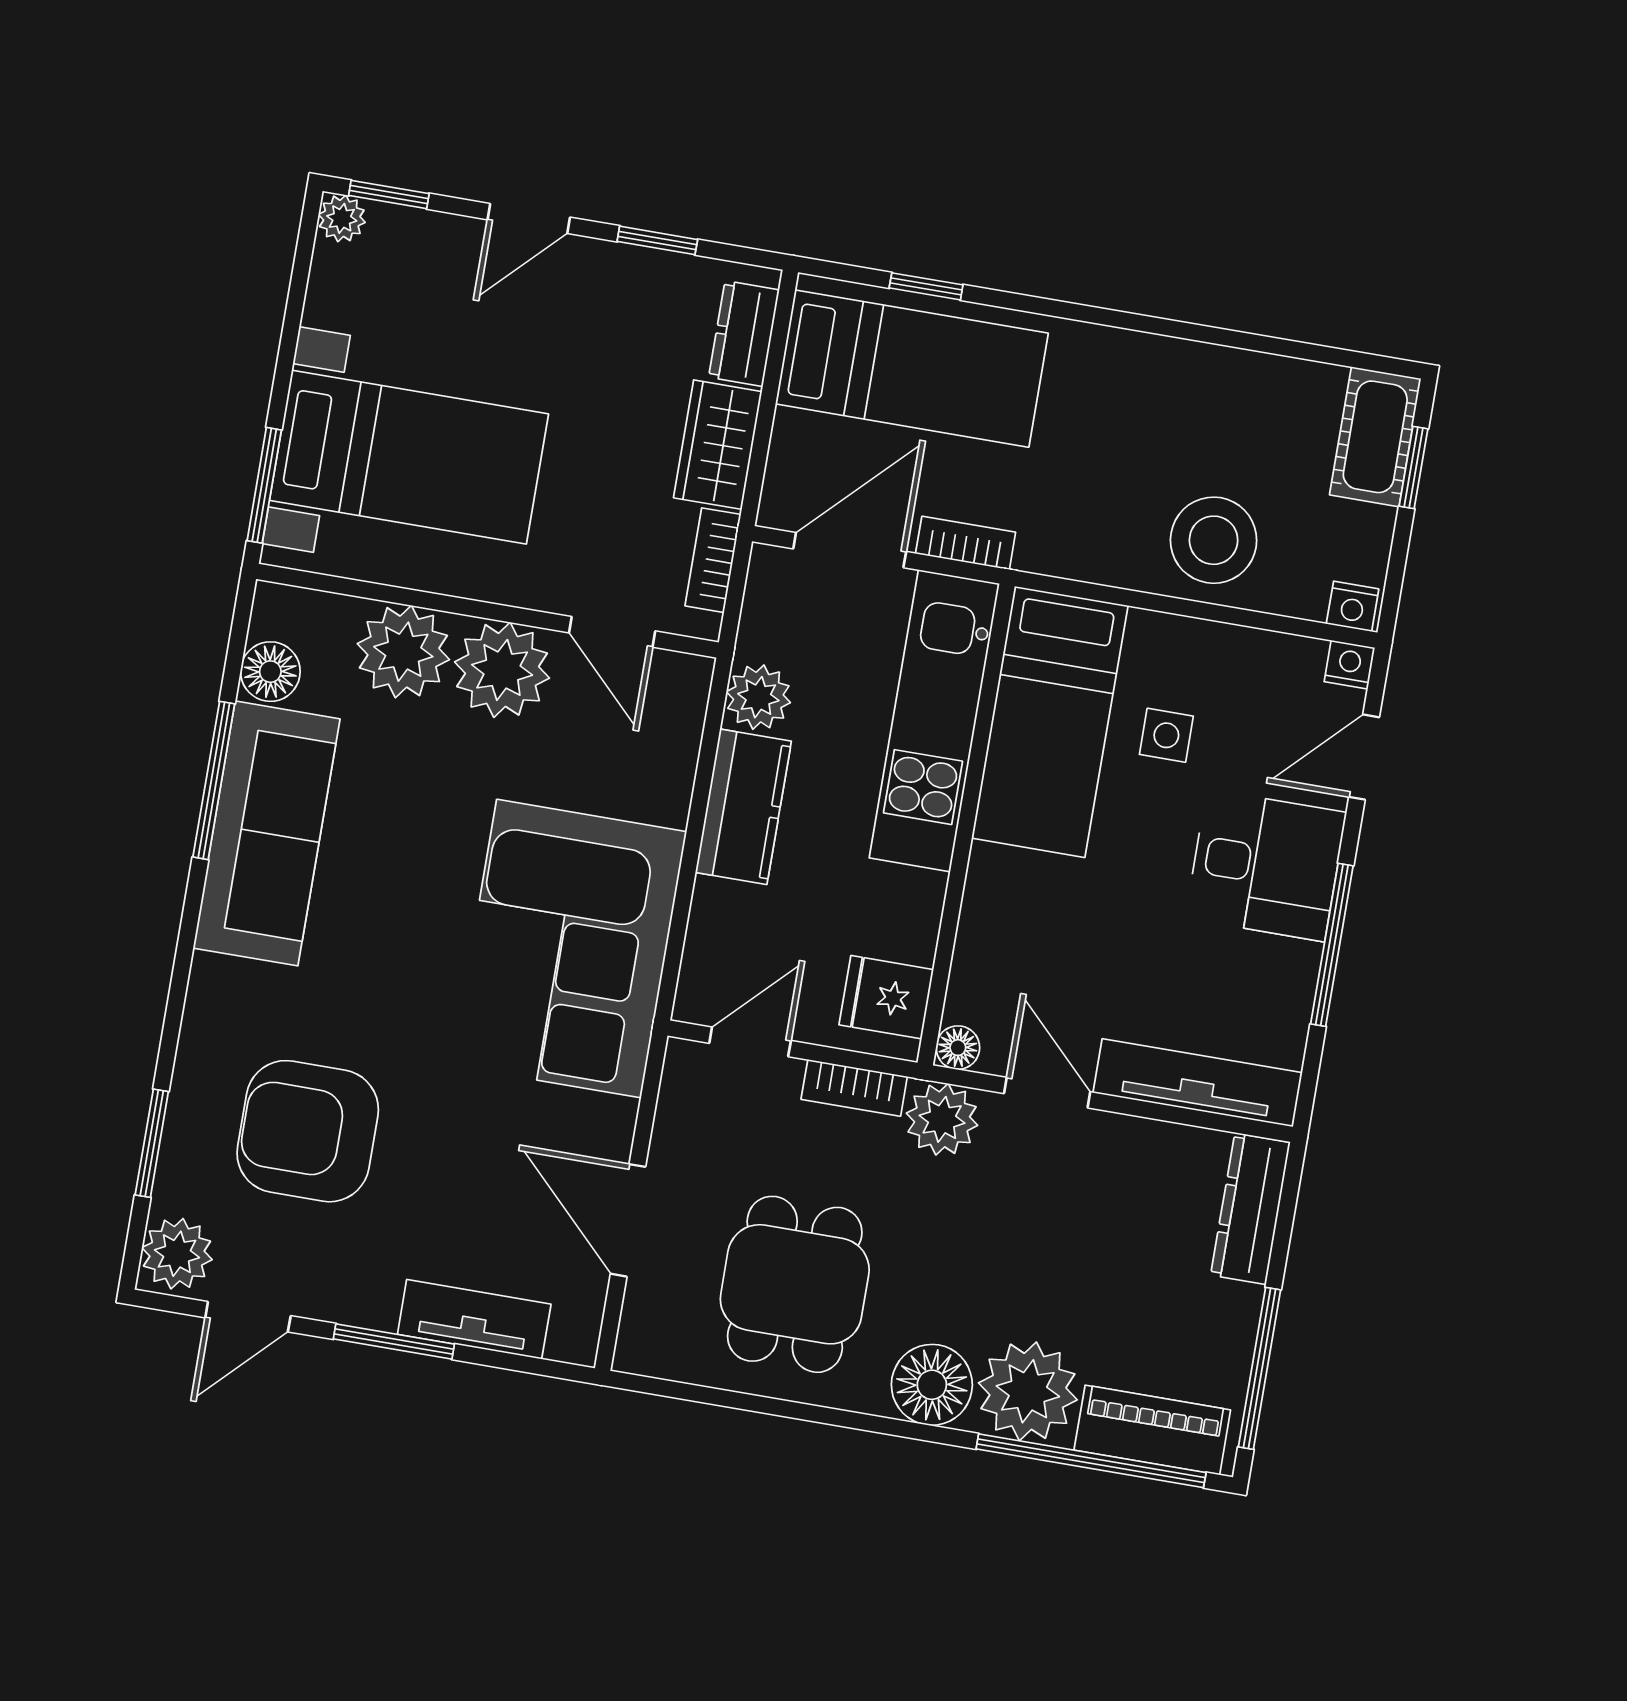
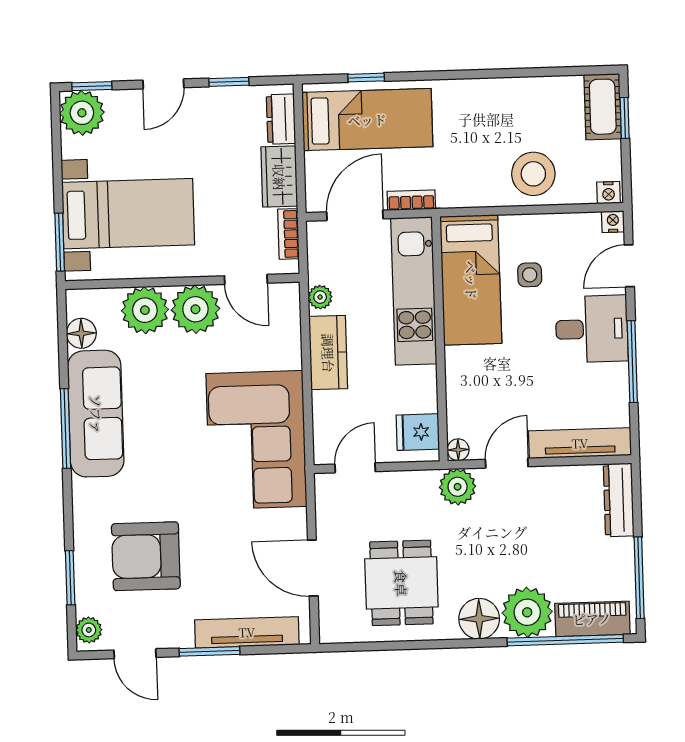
plant: (342, 218) -> (82, 113), width x1.88, depth x1.88
plant: (758, 697) -> (320, 297), width x0.73, depth x0.73
window: (214, 780) -> (65, 428), moved
bookcase: (854, 1088) -> (411, 480), removed
door: (1047, 1093) -> (507, 463), hinge flipped
plant: (177, 1254) -> (89, 630), width x0.73, depth x0.73
door: (248, 1317) -> (135, 654), hinge flipped
tv unit: (474, 1319) -> (247, 632), width x1.41

